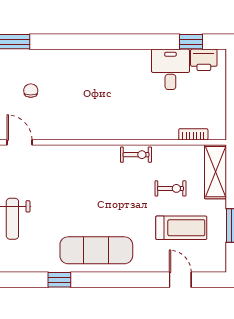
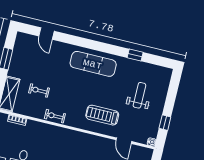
treadmill: (181, 228) -> (102, 115), moved
window: (59, 280) -> (135, 55), moved

